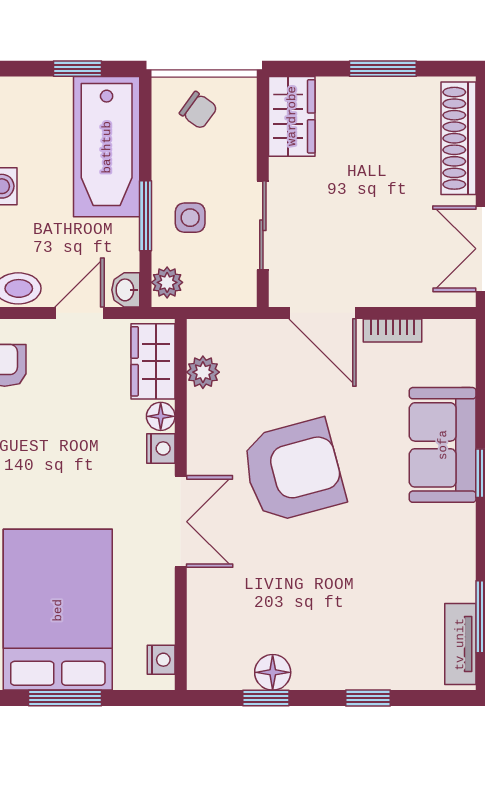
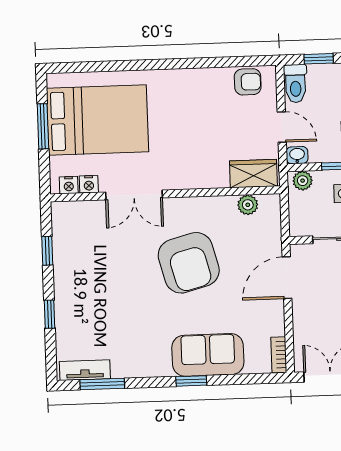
bookcase: (393, 331) -> (279, 355), moved
floor lamp: (161, 416) -> (219, 180), removed
nightstand: (161, 448) -> (89, 184), moved
double door: (181, 522) -> (134, 195), moved
floor lamp: (273, 672) -> (63, 254), removed

